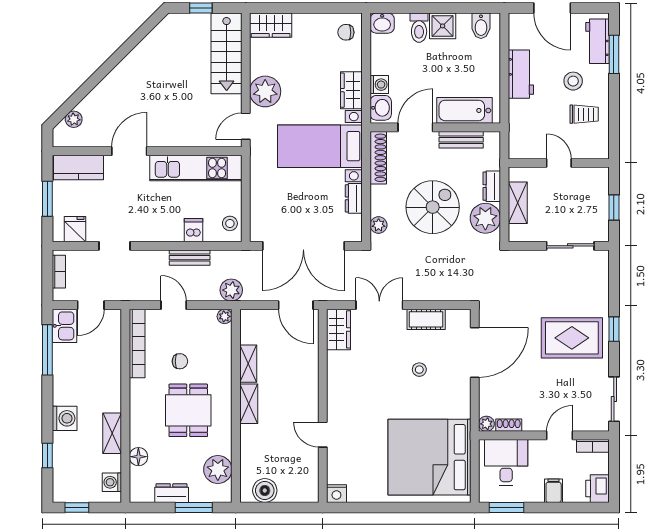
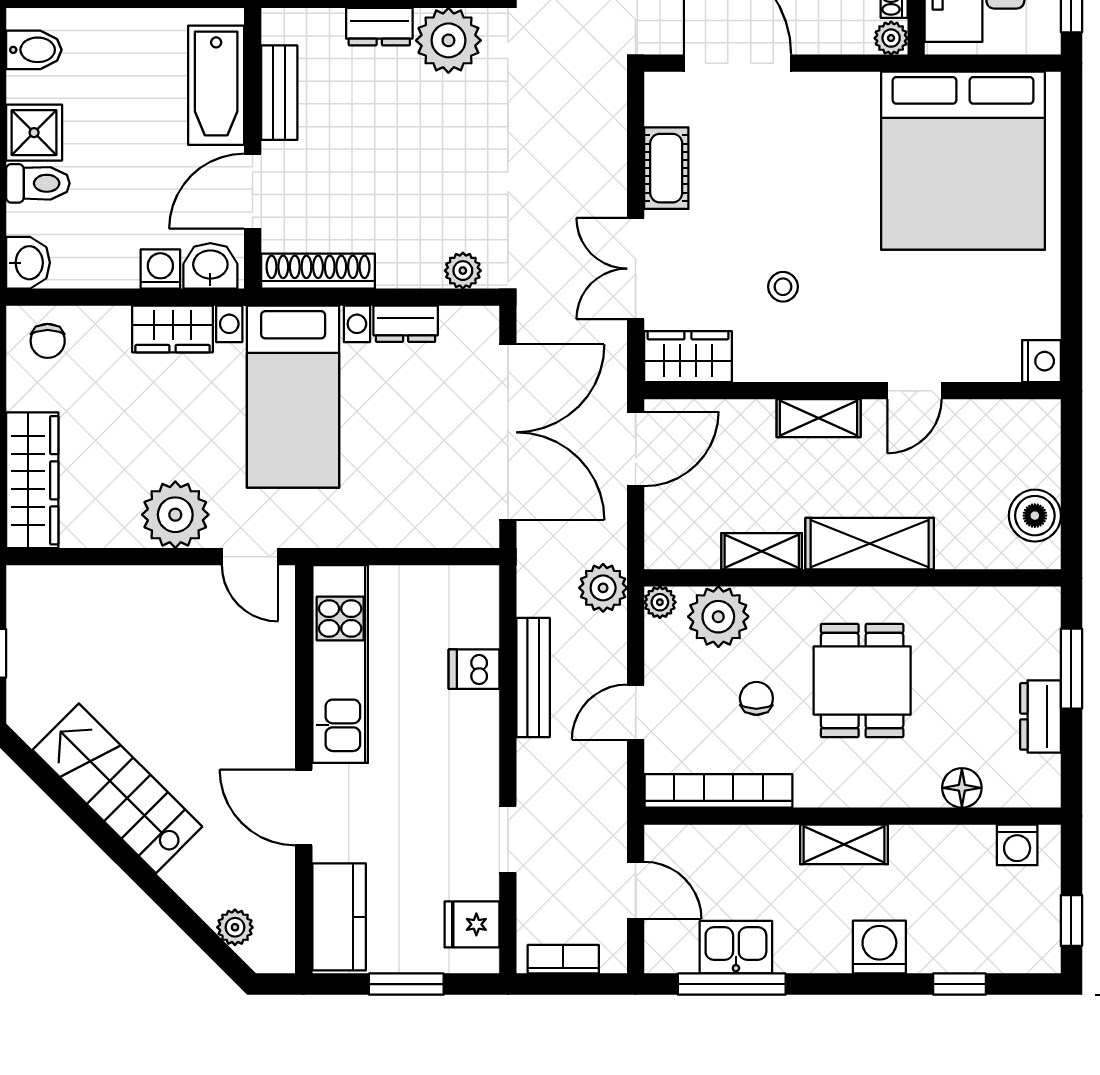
wardrobe: (271, 25) -> (32, 480), width x1.50
stairs: (227, 53) -> (117, 788), moved, turned -135
door: (415, 127) -> (253, 191), hinge flipped
spiral stairs: (433, 207) -> (424, 154), removed
stool: (230, 223) -> (460, 591), removed
bench: (190, 258) -> (533, 677), width x1.36
kitchen sink: (64, 326) -> (736, 947), moved
stool: (419, 370) -> (783, 287), moved
shelving: (310, 390) -> (819, 418), added
shelving: (249, 404) -> (870, 544), width x1.50, depth x1.33
dining table: (188, 410) -> (862, 681), turned 90
shelving: (112, 433) -> (844, 844), moved
plant: (218, 469) -> (718, 617), moved

